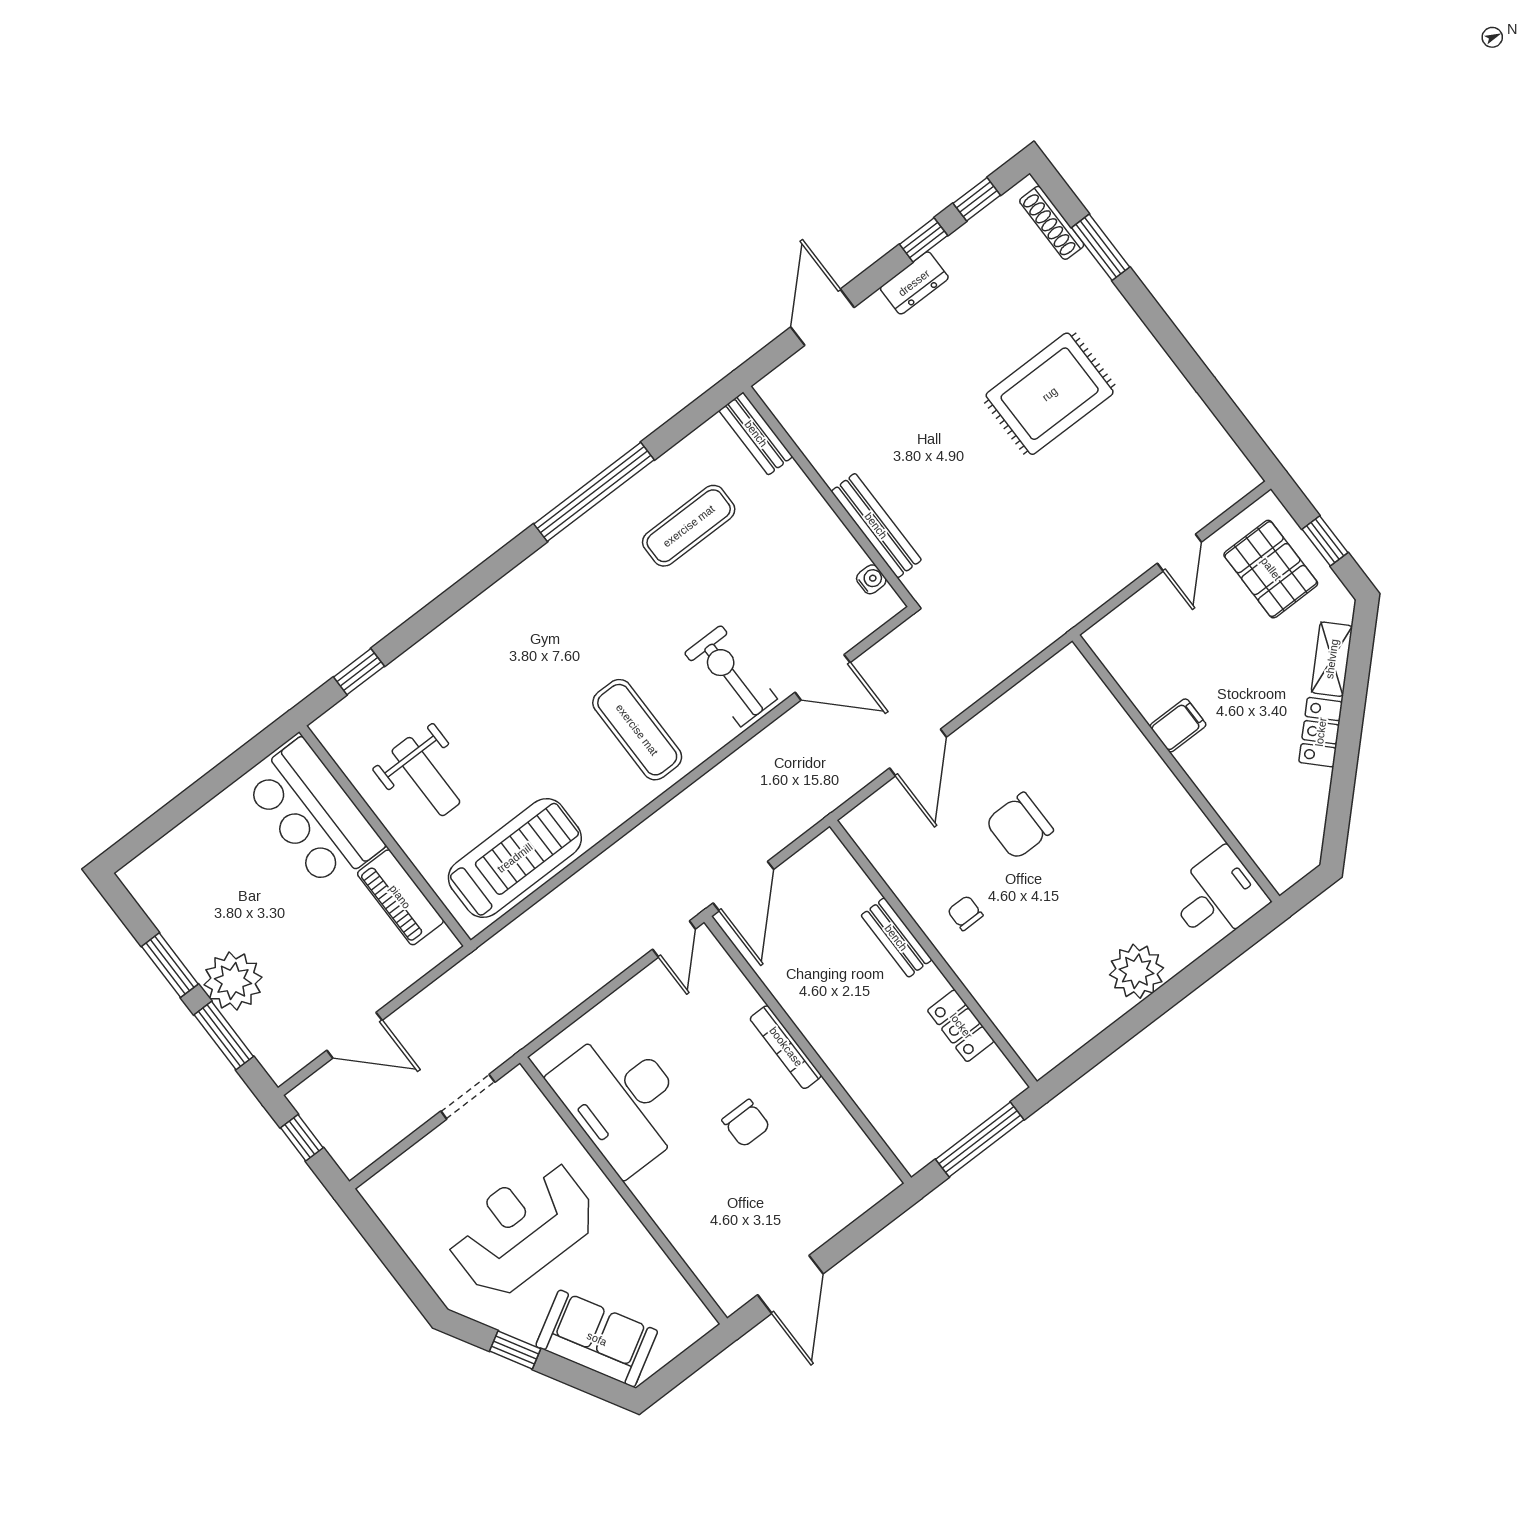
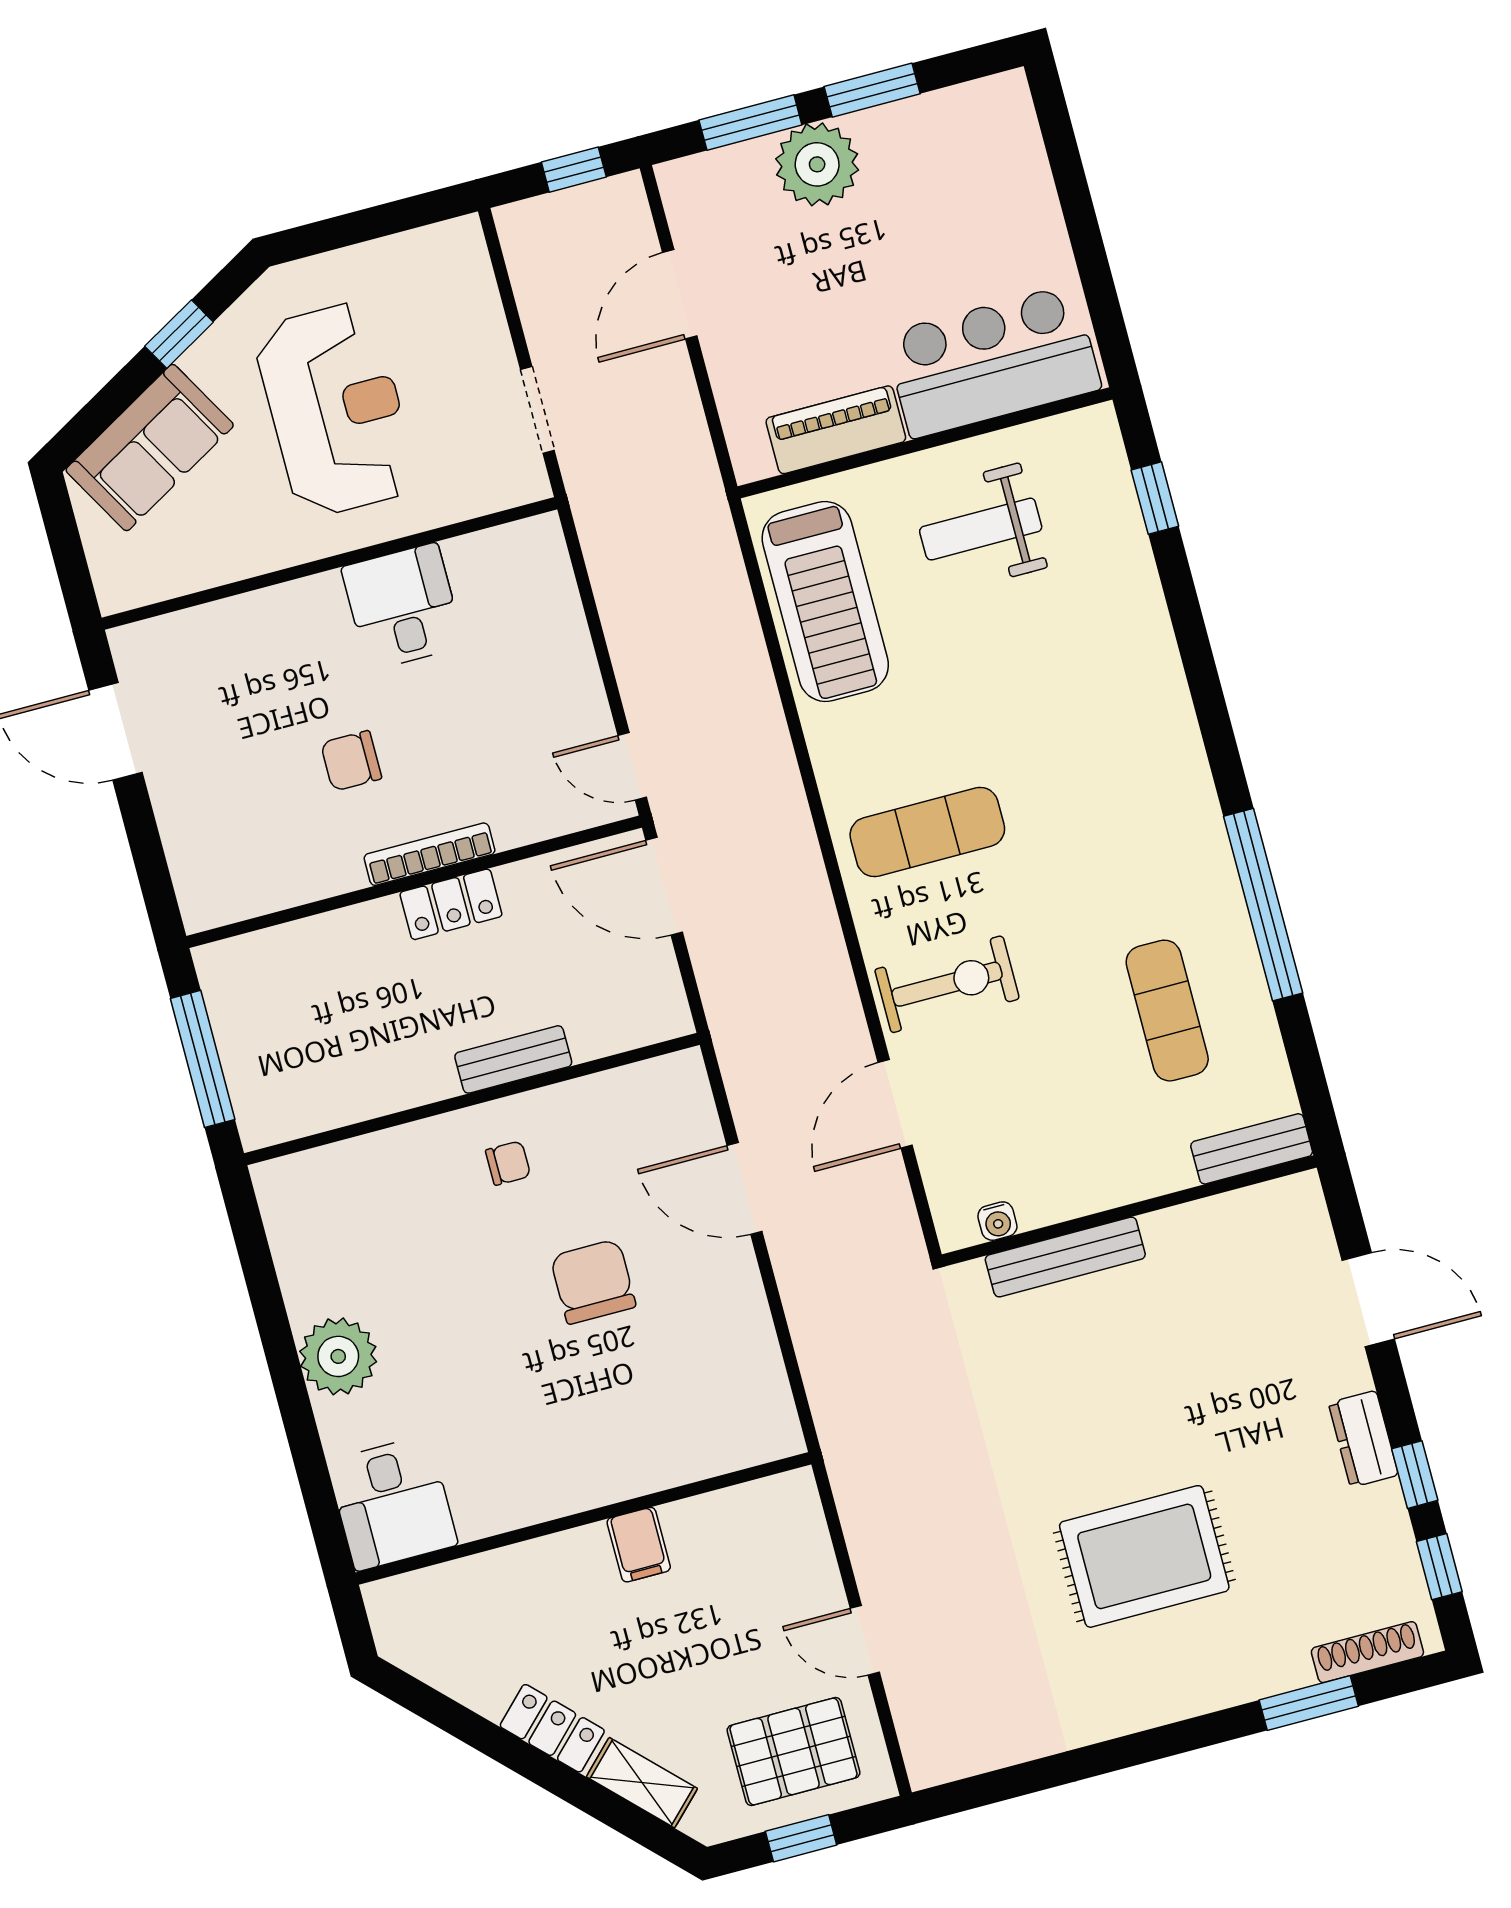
rug: (1050, 394) -> (1144, 1556), turned 90
locker: (961, 1026) -> (451, 904), moved, turned 180
desk: (622, 1100) -> (403, 607), width x0.53, depth x0.77

